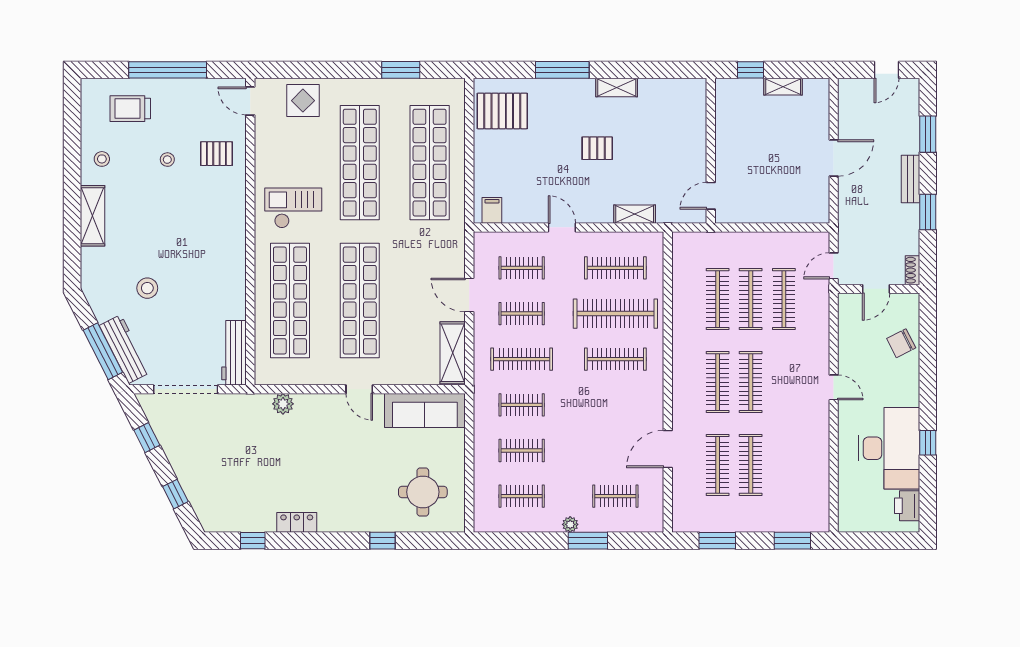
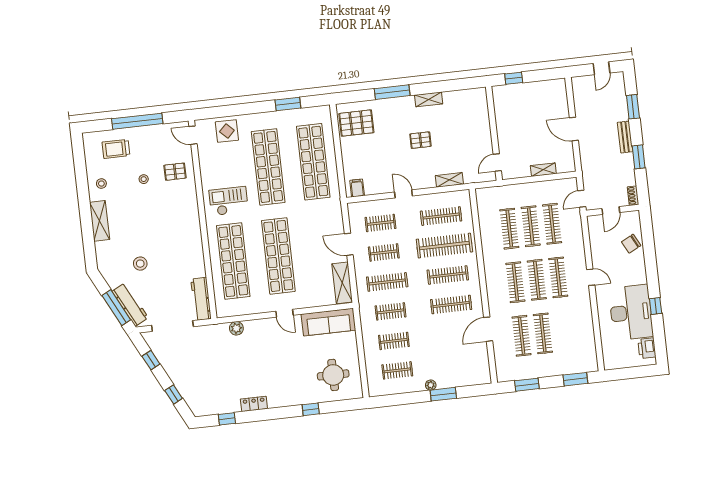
shelving: (783, 87) -> (543, 170), moved
door: (834, 158) -> (574, 129), swing flipped
clothes rail: (784, 382) -> (558, 277), added
clothes rail: (615, 496) -> (451, 305), moved, width x1.36

